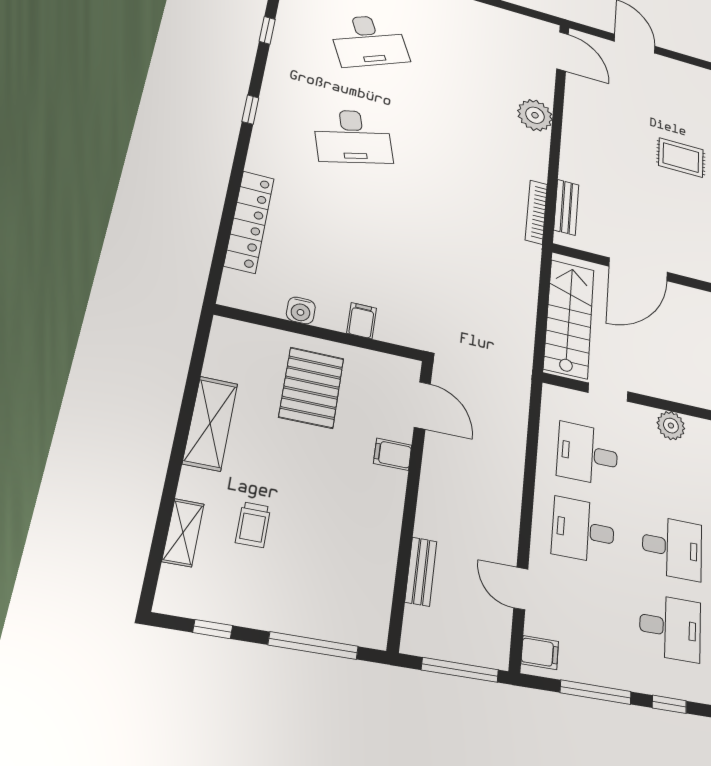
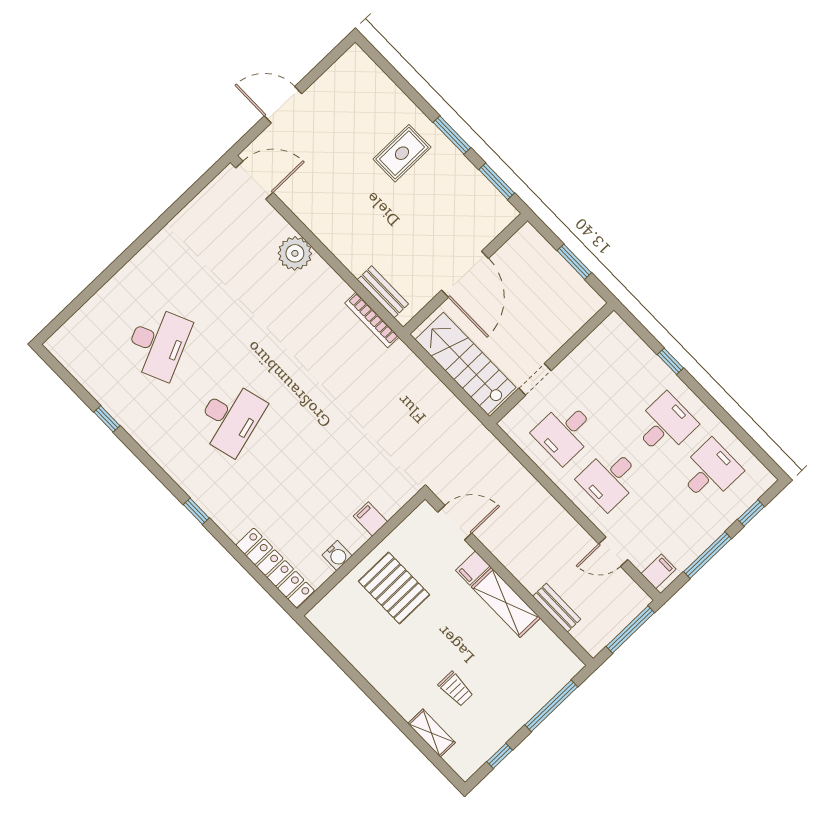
window: (250, 110) -> (196, 511), moved
locker: (249, 222) -> (275, 568), moved
shelving: (210, 423) -> (506, 602), moved
plant: (671, 426) -> (589, 352), removed

